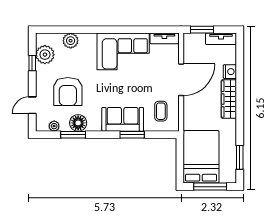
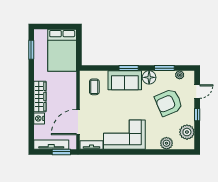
tv unit: (221, 39) -> (51, 145), width x1.41
window: (32, 63) -> (197, 115), moved
door: (181, 80) -> (78, 122), moved
armchair: (68, 92) -> (169, 102), turned -113
floor lamp: (78, 123) -> (149, 77), moved
window: (132, 135) -> (129, 68), moved
window: (210, 187) -> (55, 27), removed

